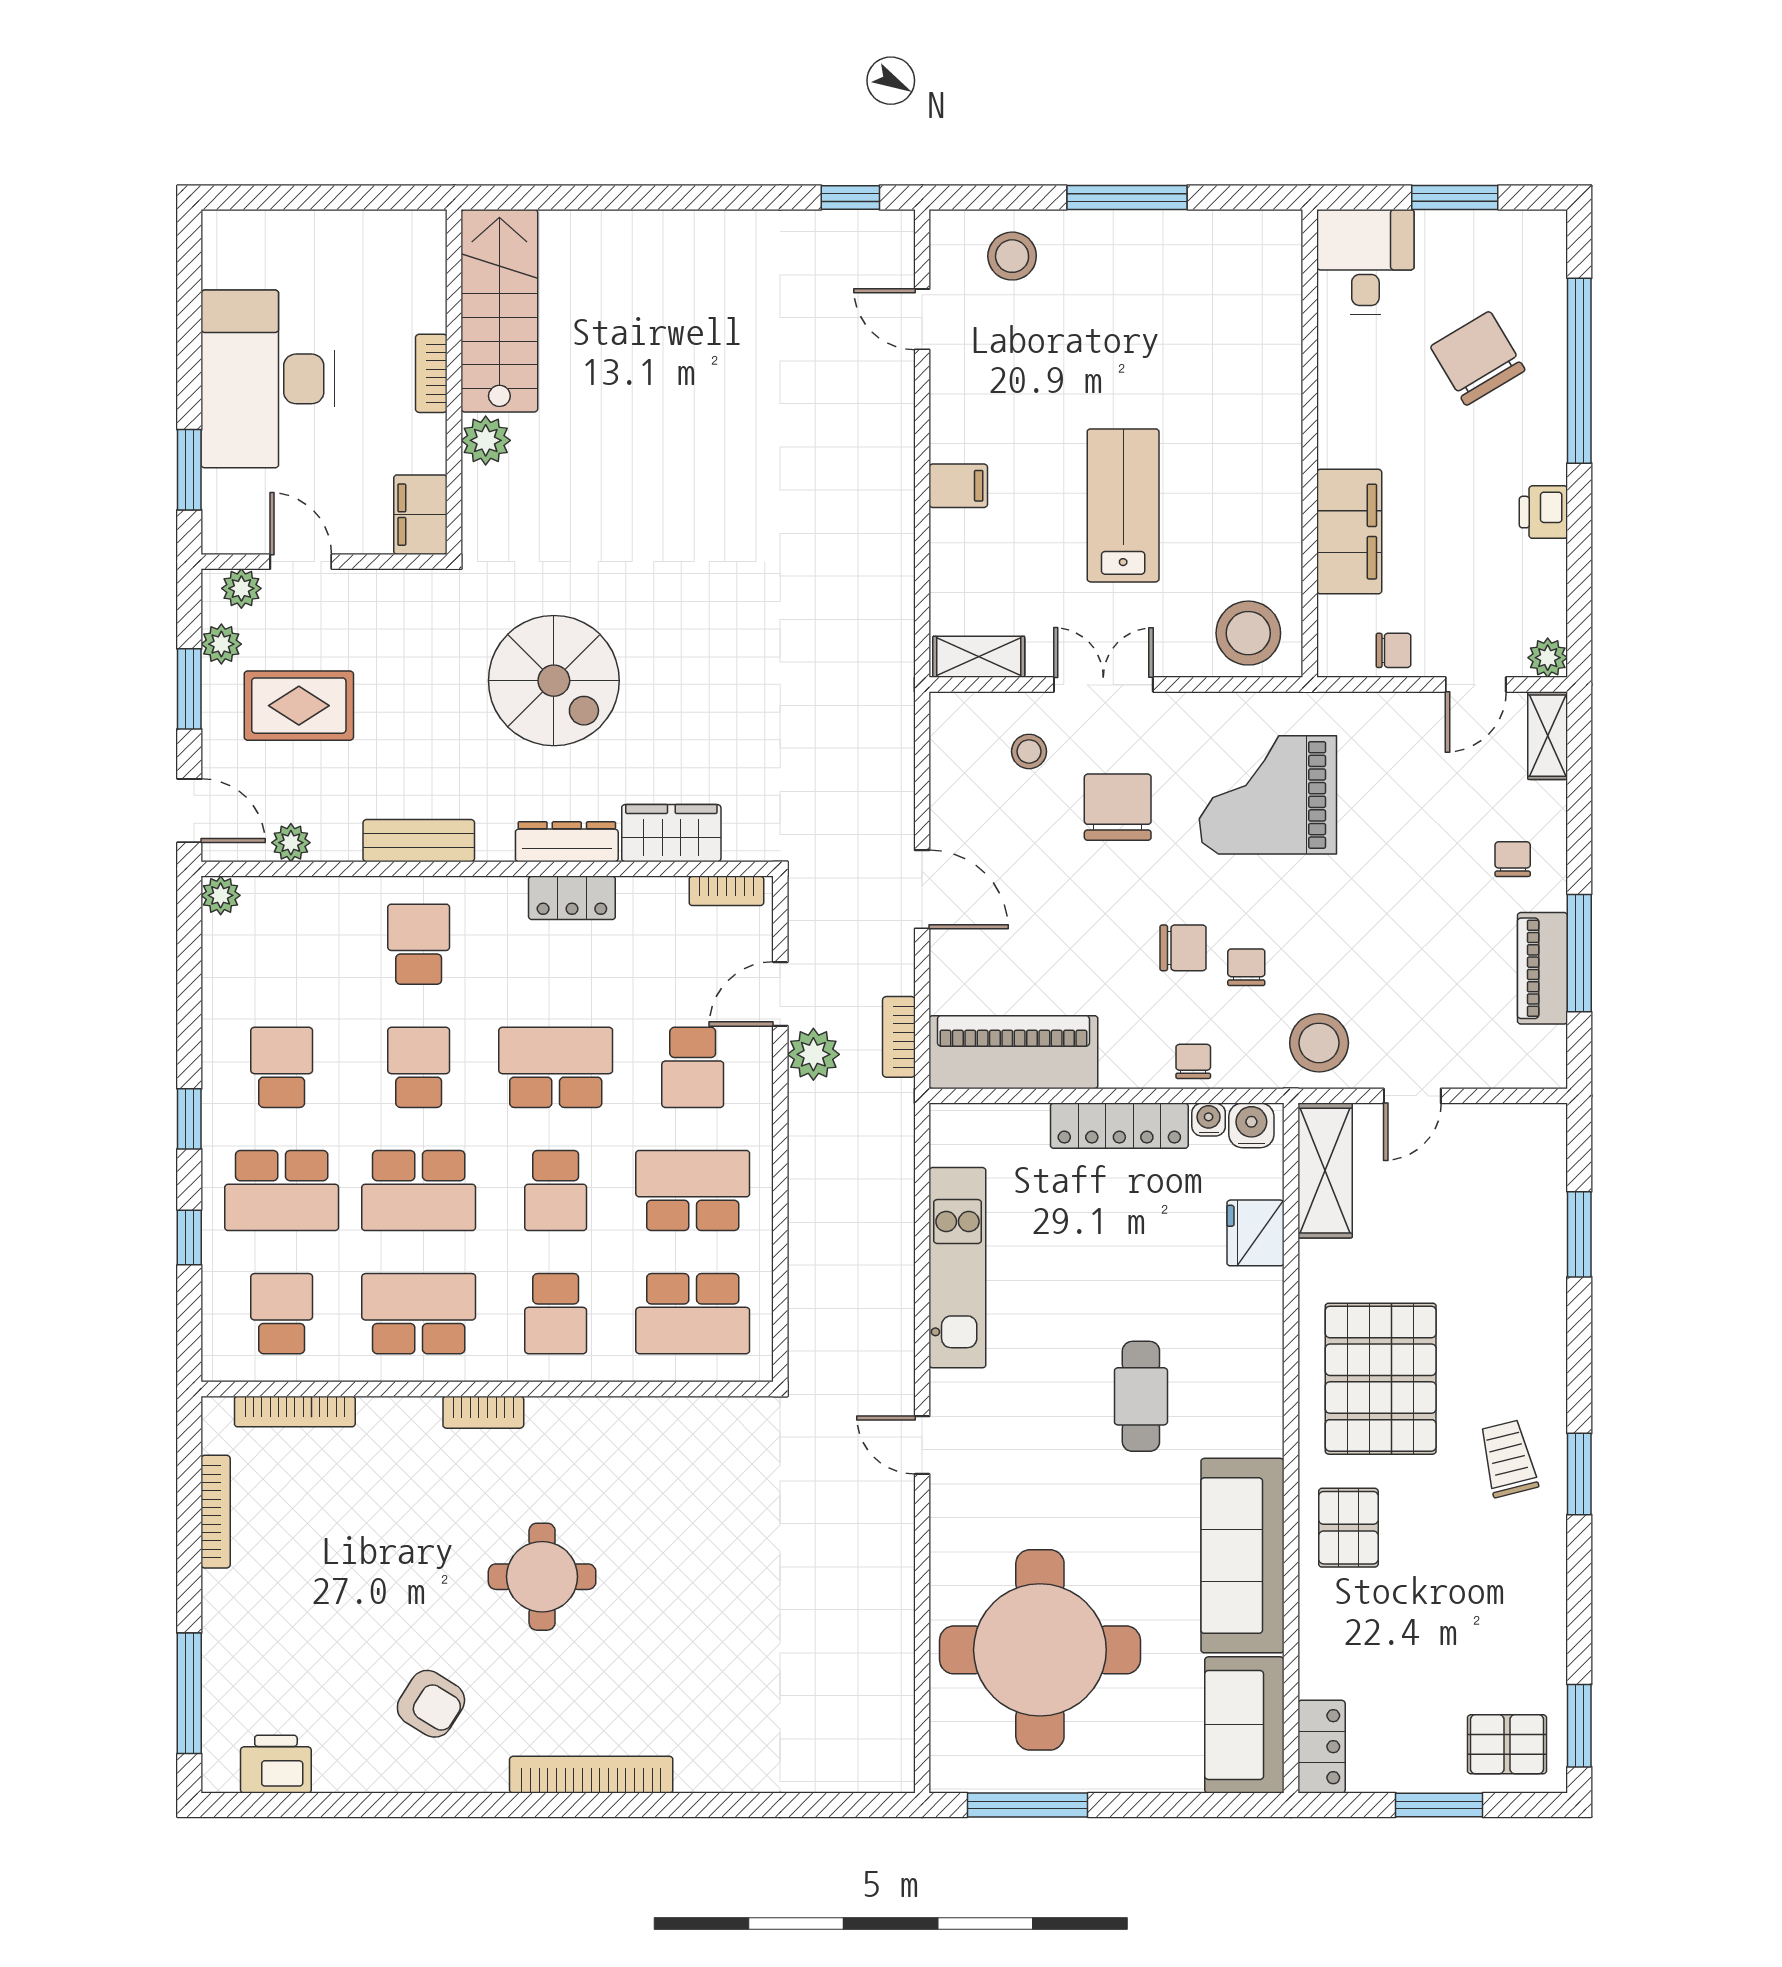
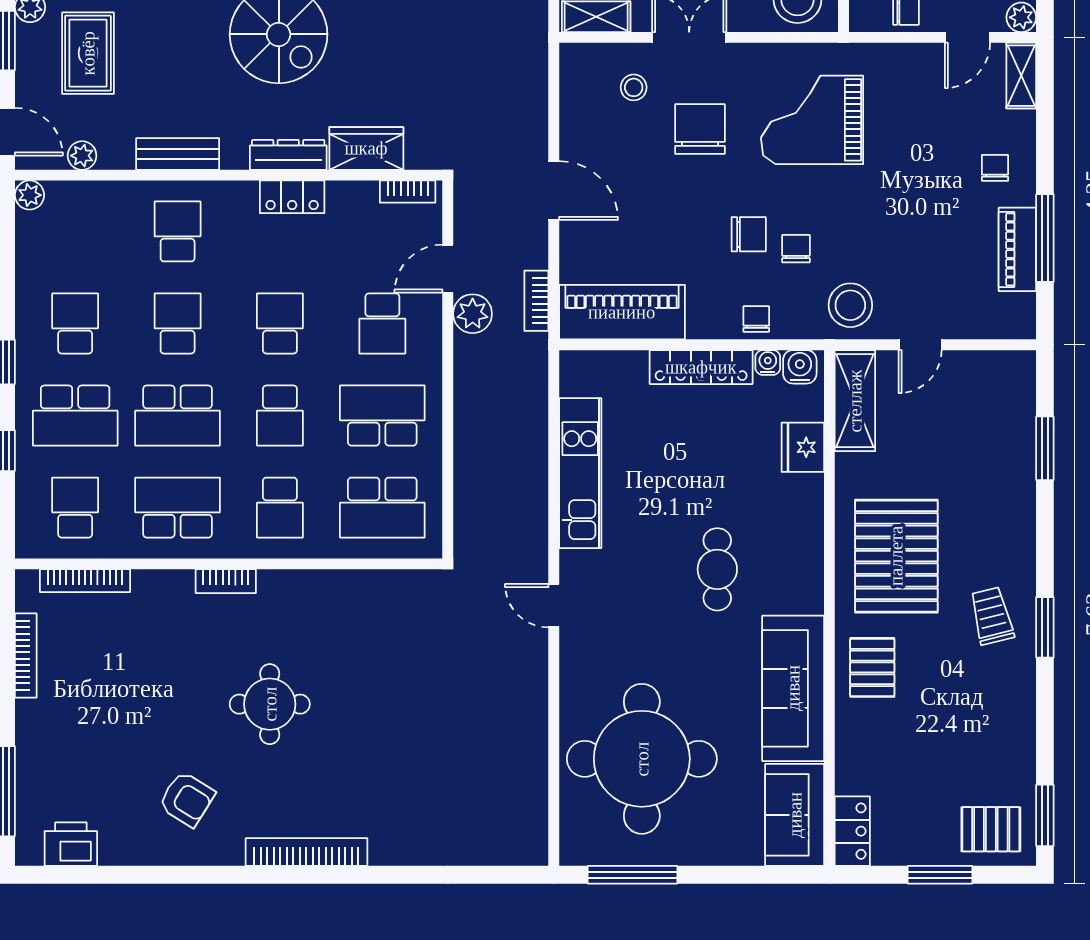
rug: (299, 706) -> (88, 53), turned 90
school desk: (556, 1067) -> (280, 323), width x0.54

